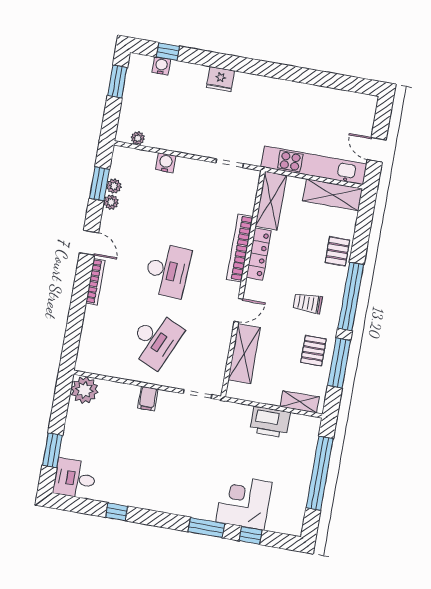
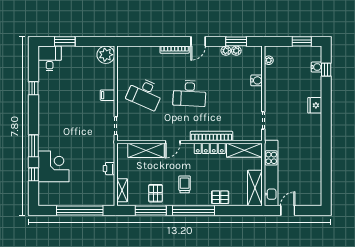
door: (238, 310) -> (173, 142), hinge flipped
pallet: (313, 351) -> (156, 193), turned 90
printer: (270, 422) -> (109, 169), width x0.53, depth x0.68

